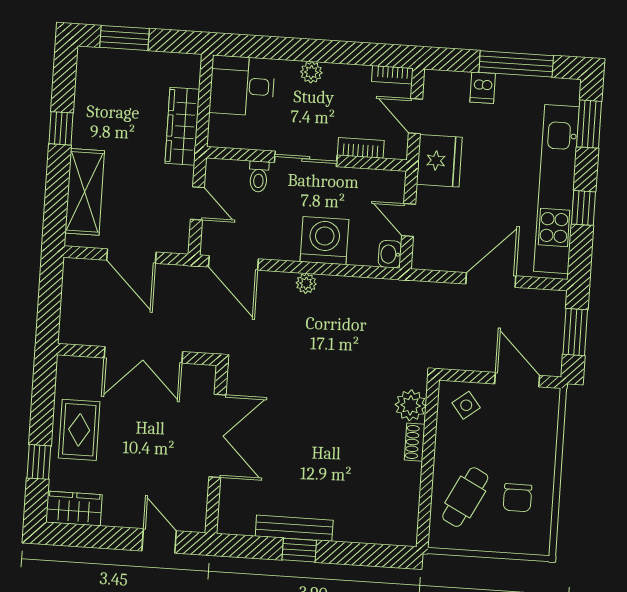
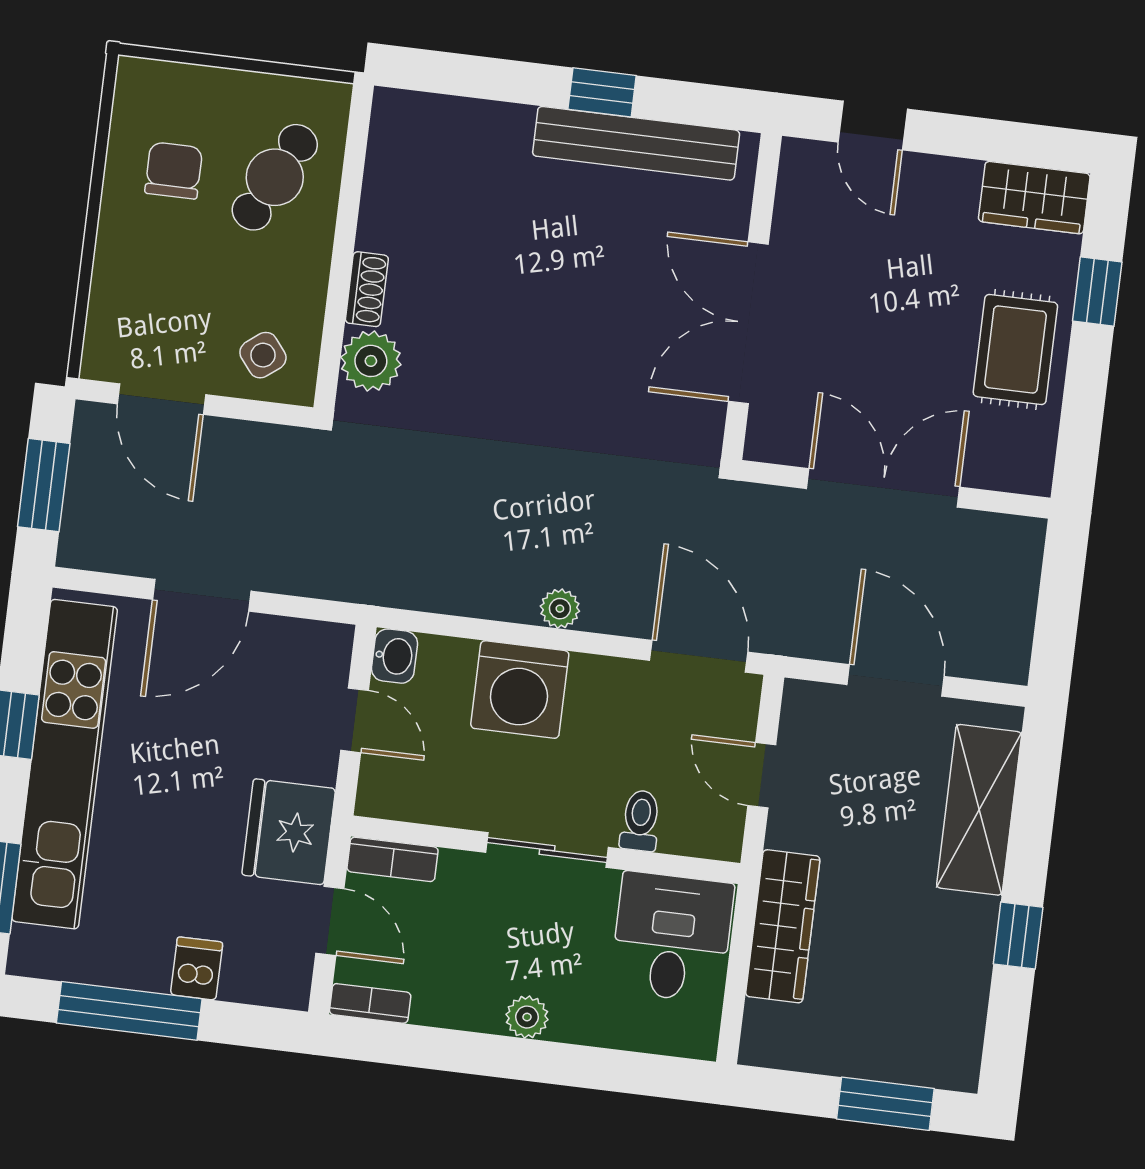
desk: (242, 86) -> (672, 937), moved, turned -90
bookcase: (361, 148) -> (393, 859), moved
bench: (294, 528) -> (636, 143), width x1.37, depth x1.21

